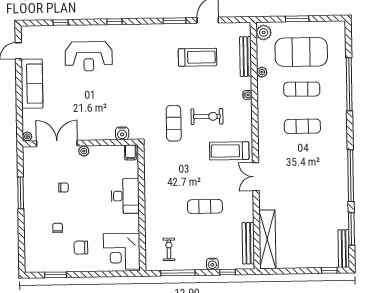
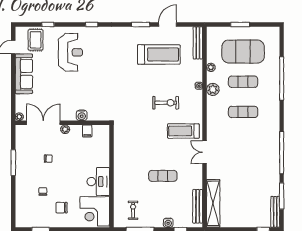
plant: (264, 32) -> (213, 89), moved
rug: (46, 42) -> (36, 40), added
reception desk: (89, 56) -> (70, 52), turned -90
treadmill: (198, 57) -> (159, 54), width x1.37, depth x1.38
bench: (246, 57) -> (198, 43), moved
exercise mat: (174, 123) -> (139, 108), removed
water cooler: (122, 133) -> (82, 115), moved
filing cabinet: (130, 152) -> (87, 131), moved
desk: (125, 196) -> (98, 182), moved

